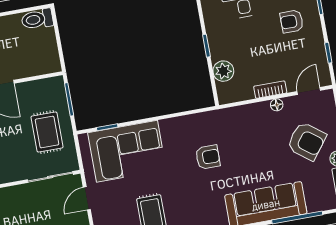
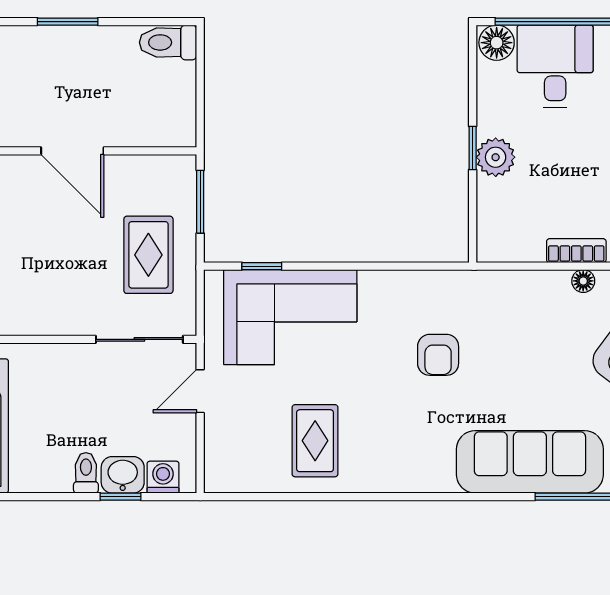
plant: (223, 71) -> (496, 157), moved
armchair: (208, 157) -> (438, 355), turned 90

